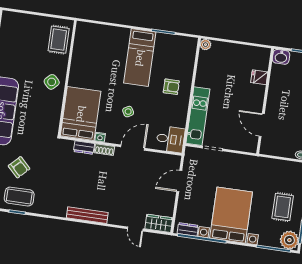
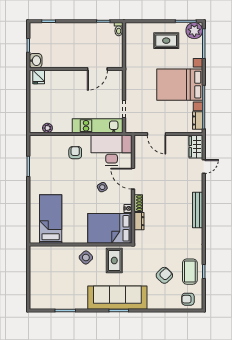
rug: (59, 40) -> (114, 261), moved, turned 90
plant: (205, 45) -> (47, 128), moved
bed: (140, 58) -> (51, 219), moved, turned -90
fridge: (259, 77) -> (39, 77), moved
desk: (170, 139) -> (112, 150), width x1.87, depth x1.30

